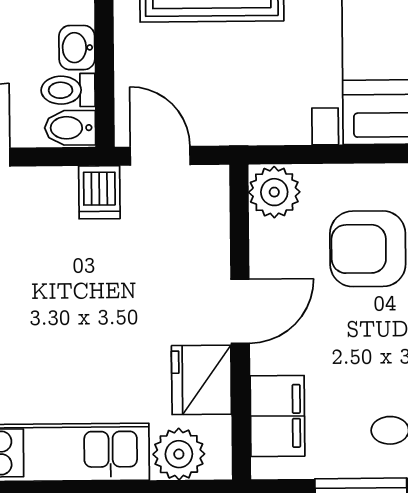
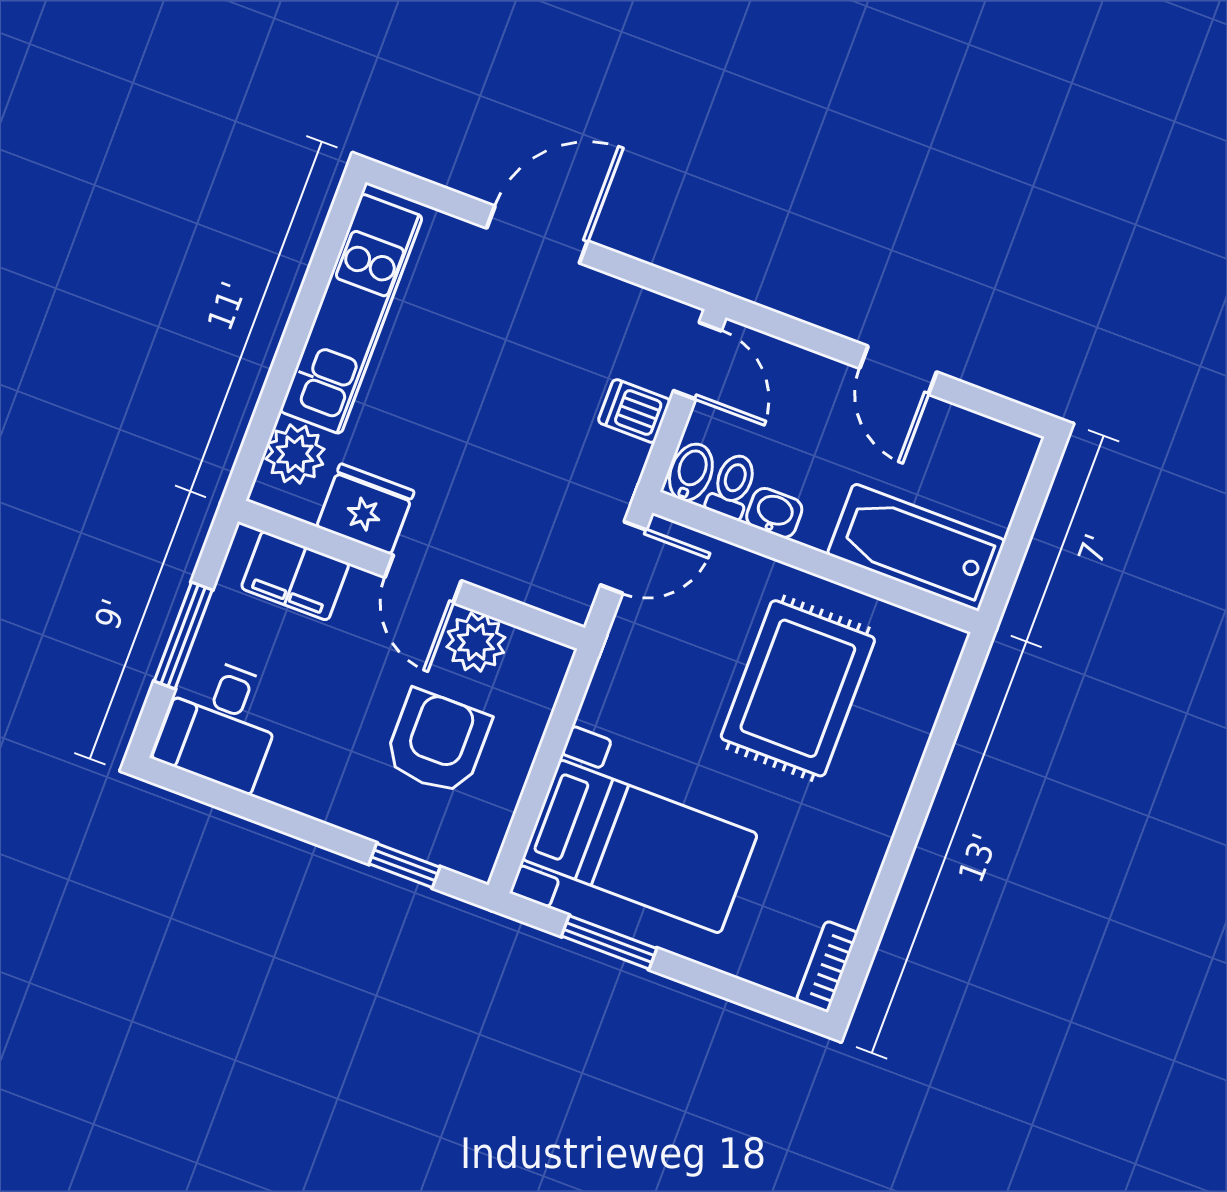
dishwasher: (99, 192) -> (634, 411), moved
plant: (274, 192) -> (476, 642), moved

